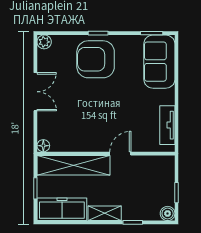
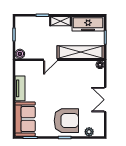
plant: (44, 42) -> (89, 132), moved
tv unit: (167, 125) -> (20, 88), moved
boiler: (168, 213) -> (20, 54), moved

